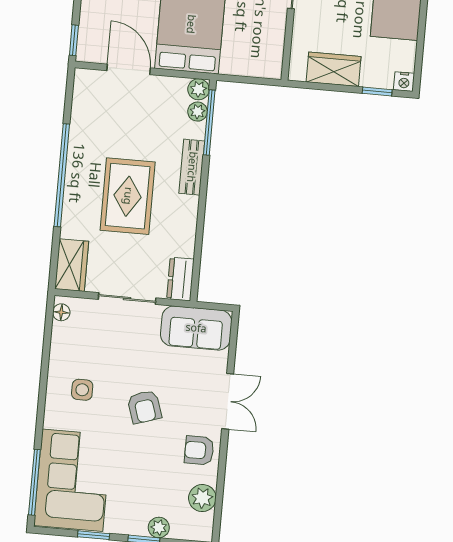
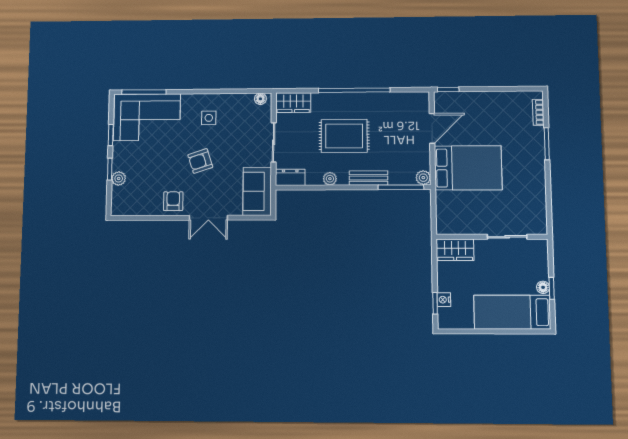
wardrobe: (334, 69) -> (455, 250), moved, turned 90
nightstand: (404, 82) -> (444, 300), moved
plant: (197, 112) -> (330, 179), moved
plant: (202, 498) -> (141, 206), removed

